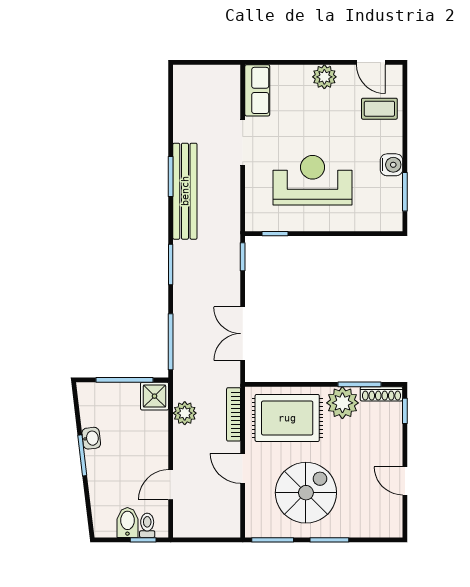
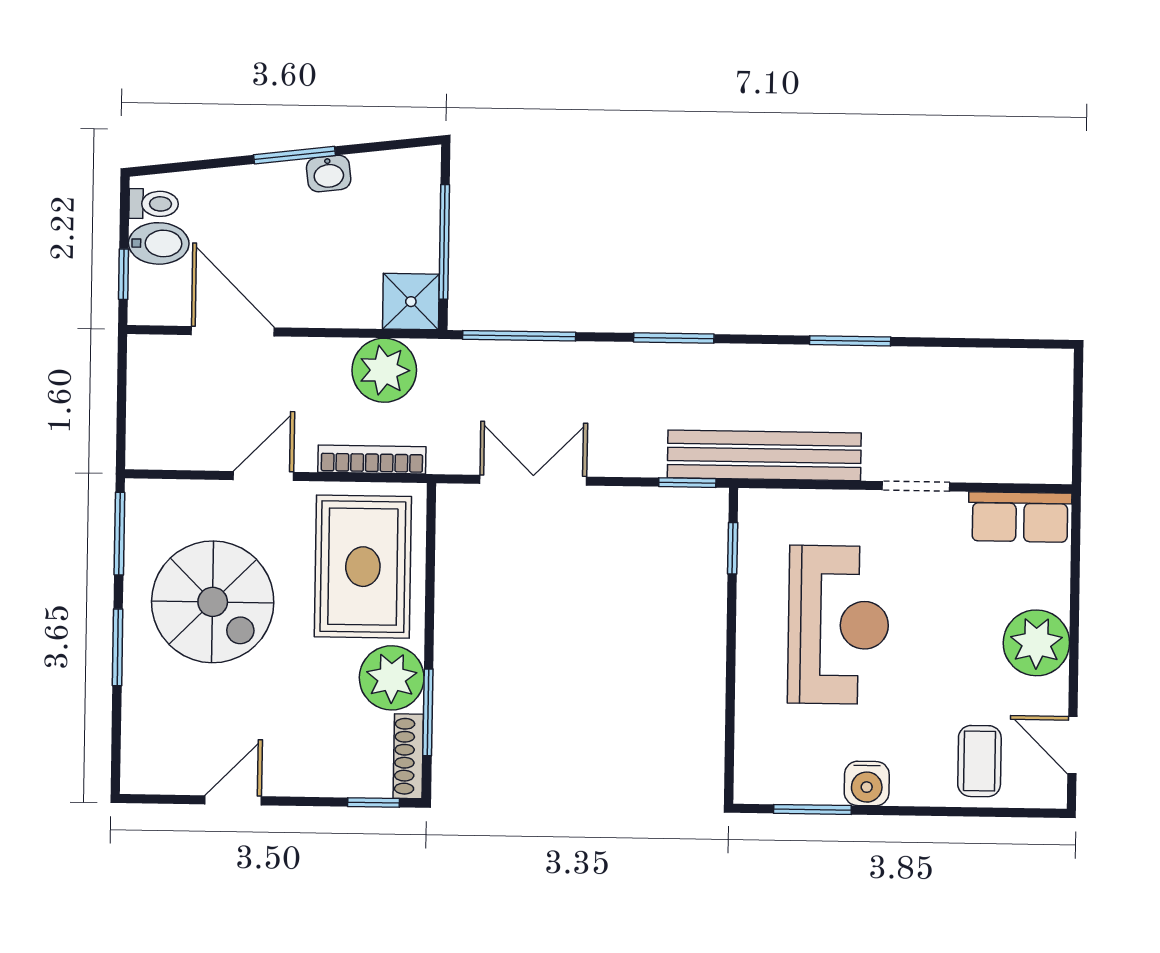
door: (371, 62) -> (1072, 745), hinge flipped
plant: (324, 77) -> (1036, 643), width x1.36, depth x1.36
doorway: (243, 143) -> (916, 486), width x0.73
bench: (185, 191) -> (764, 455), moved
plant: (185, 413) -> (384, 370), width x1.36, depth x1.36
door: (171, 485) -> (233, 331), width x1.38
toilet: (147, 525) -> (154, 204), moved

